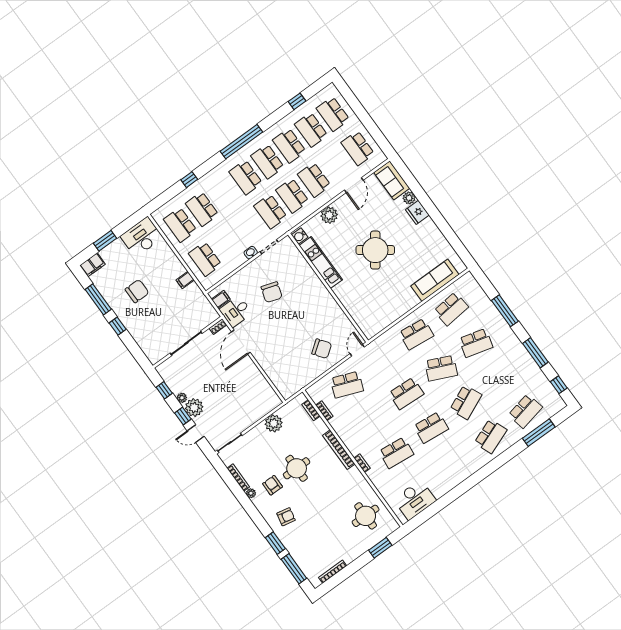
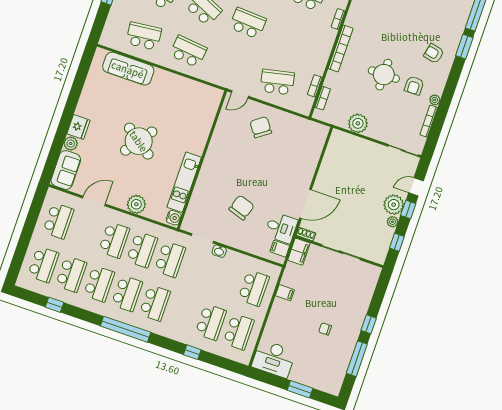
filing cabinet: (92, 265) -> (299, 252), moved, turned 90
chair: (137, 291) -> (325, 329), width x0.54, depth x0.54
school desk: (347, 385) -> (277, 82), turned -33
door: (196, 434) -> (416, 187), swing flipped

